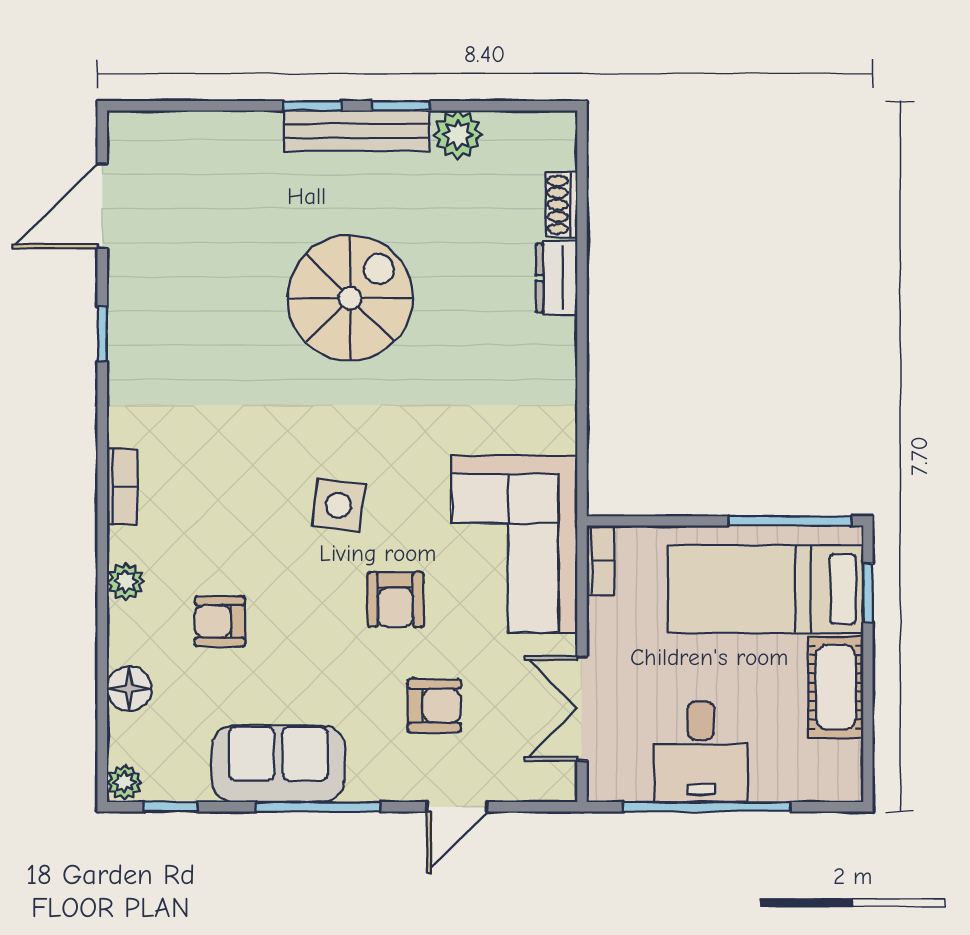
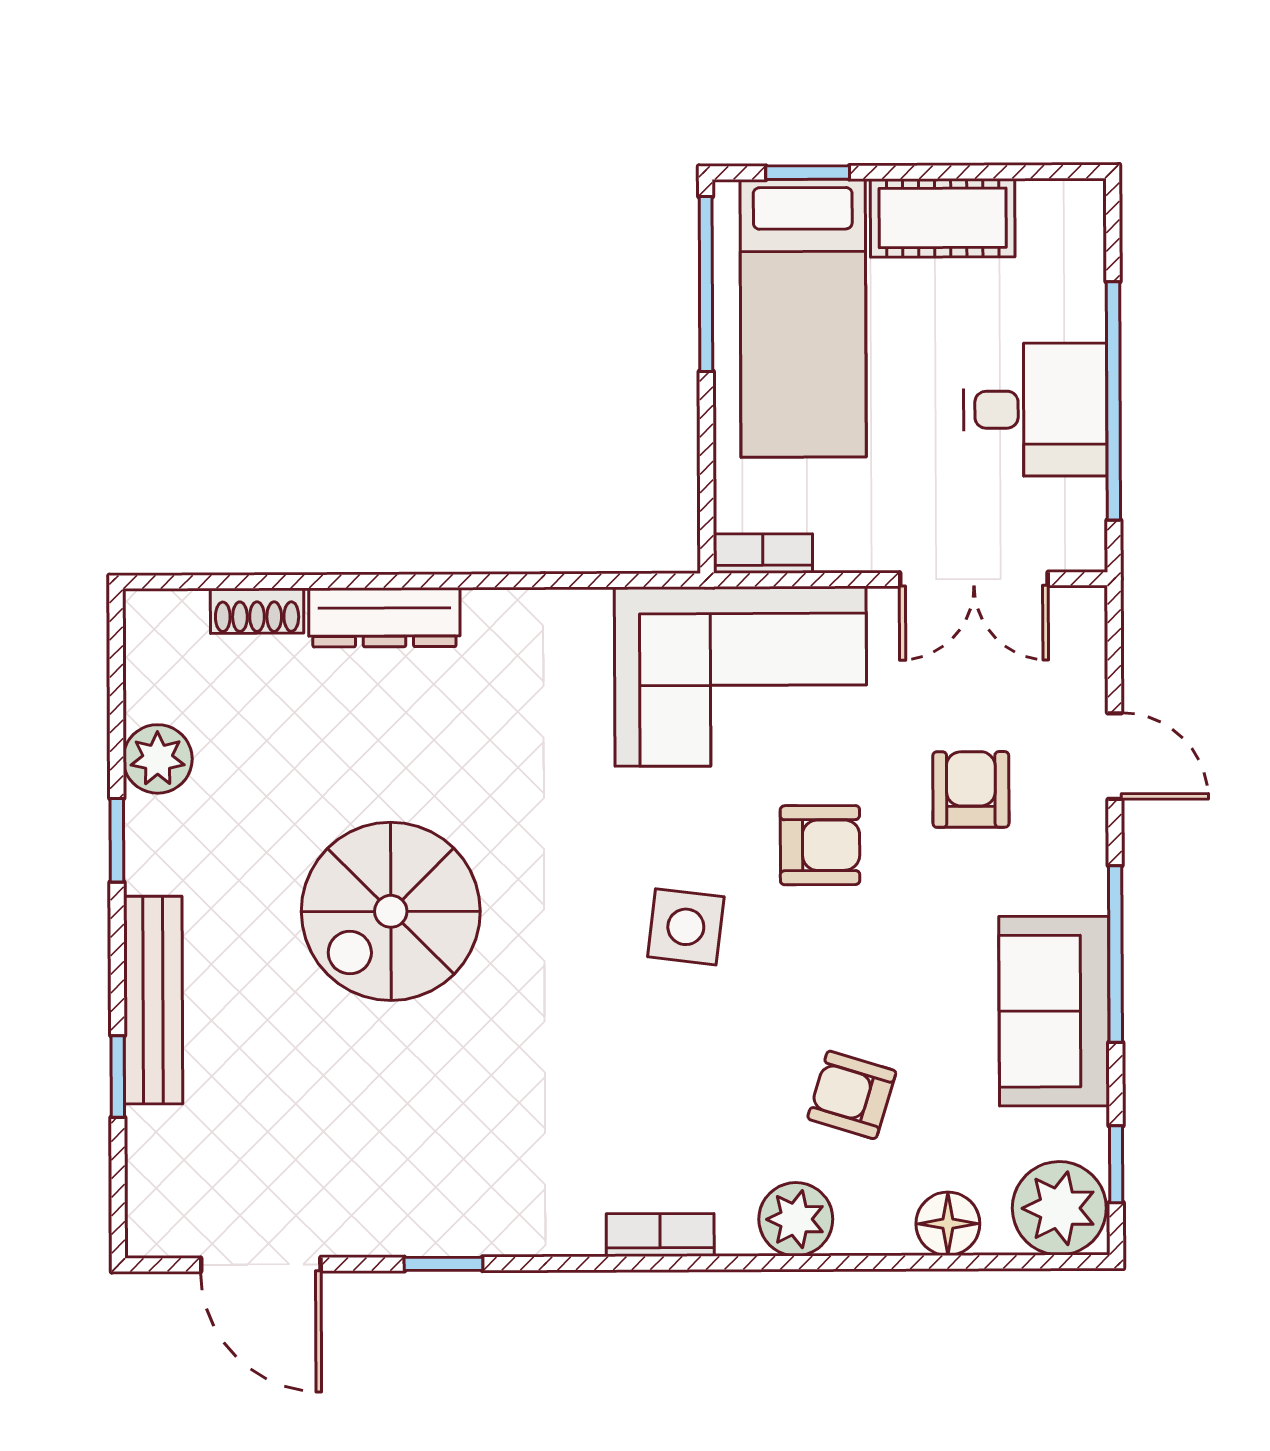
window: (312, 106) -> (118, 1076), moved
bench: (357, 131) -> (153, 1000), moved
dresser: (557, 278) -> (384, 617), width x1.44
spiral stairs: (350, 298) -> (391, 911), turned -90
plant: (126, 582) -> (796, 1219), width x1.38, depth x1.38
armchair: (220, 621) -> (852, 1095), turned 107
plant: (124, 782) -> (1059, 1208), width x1.87, depth x1.87

